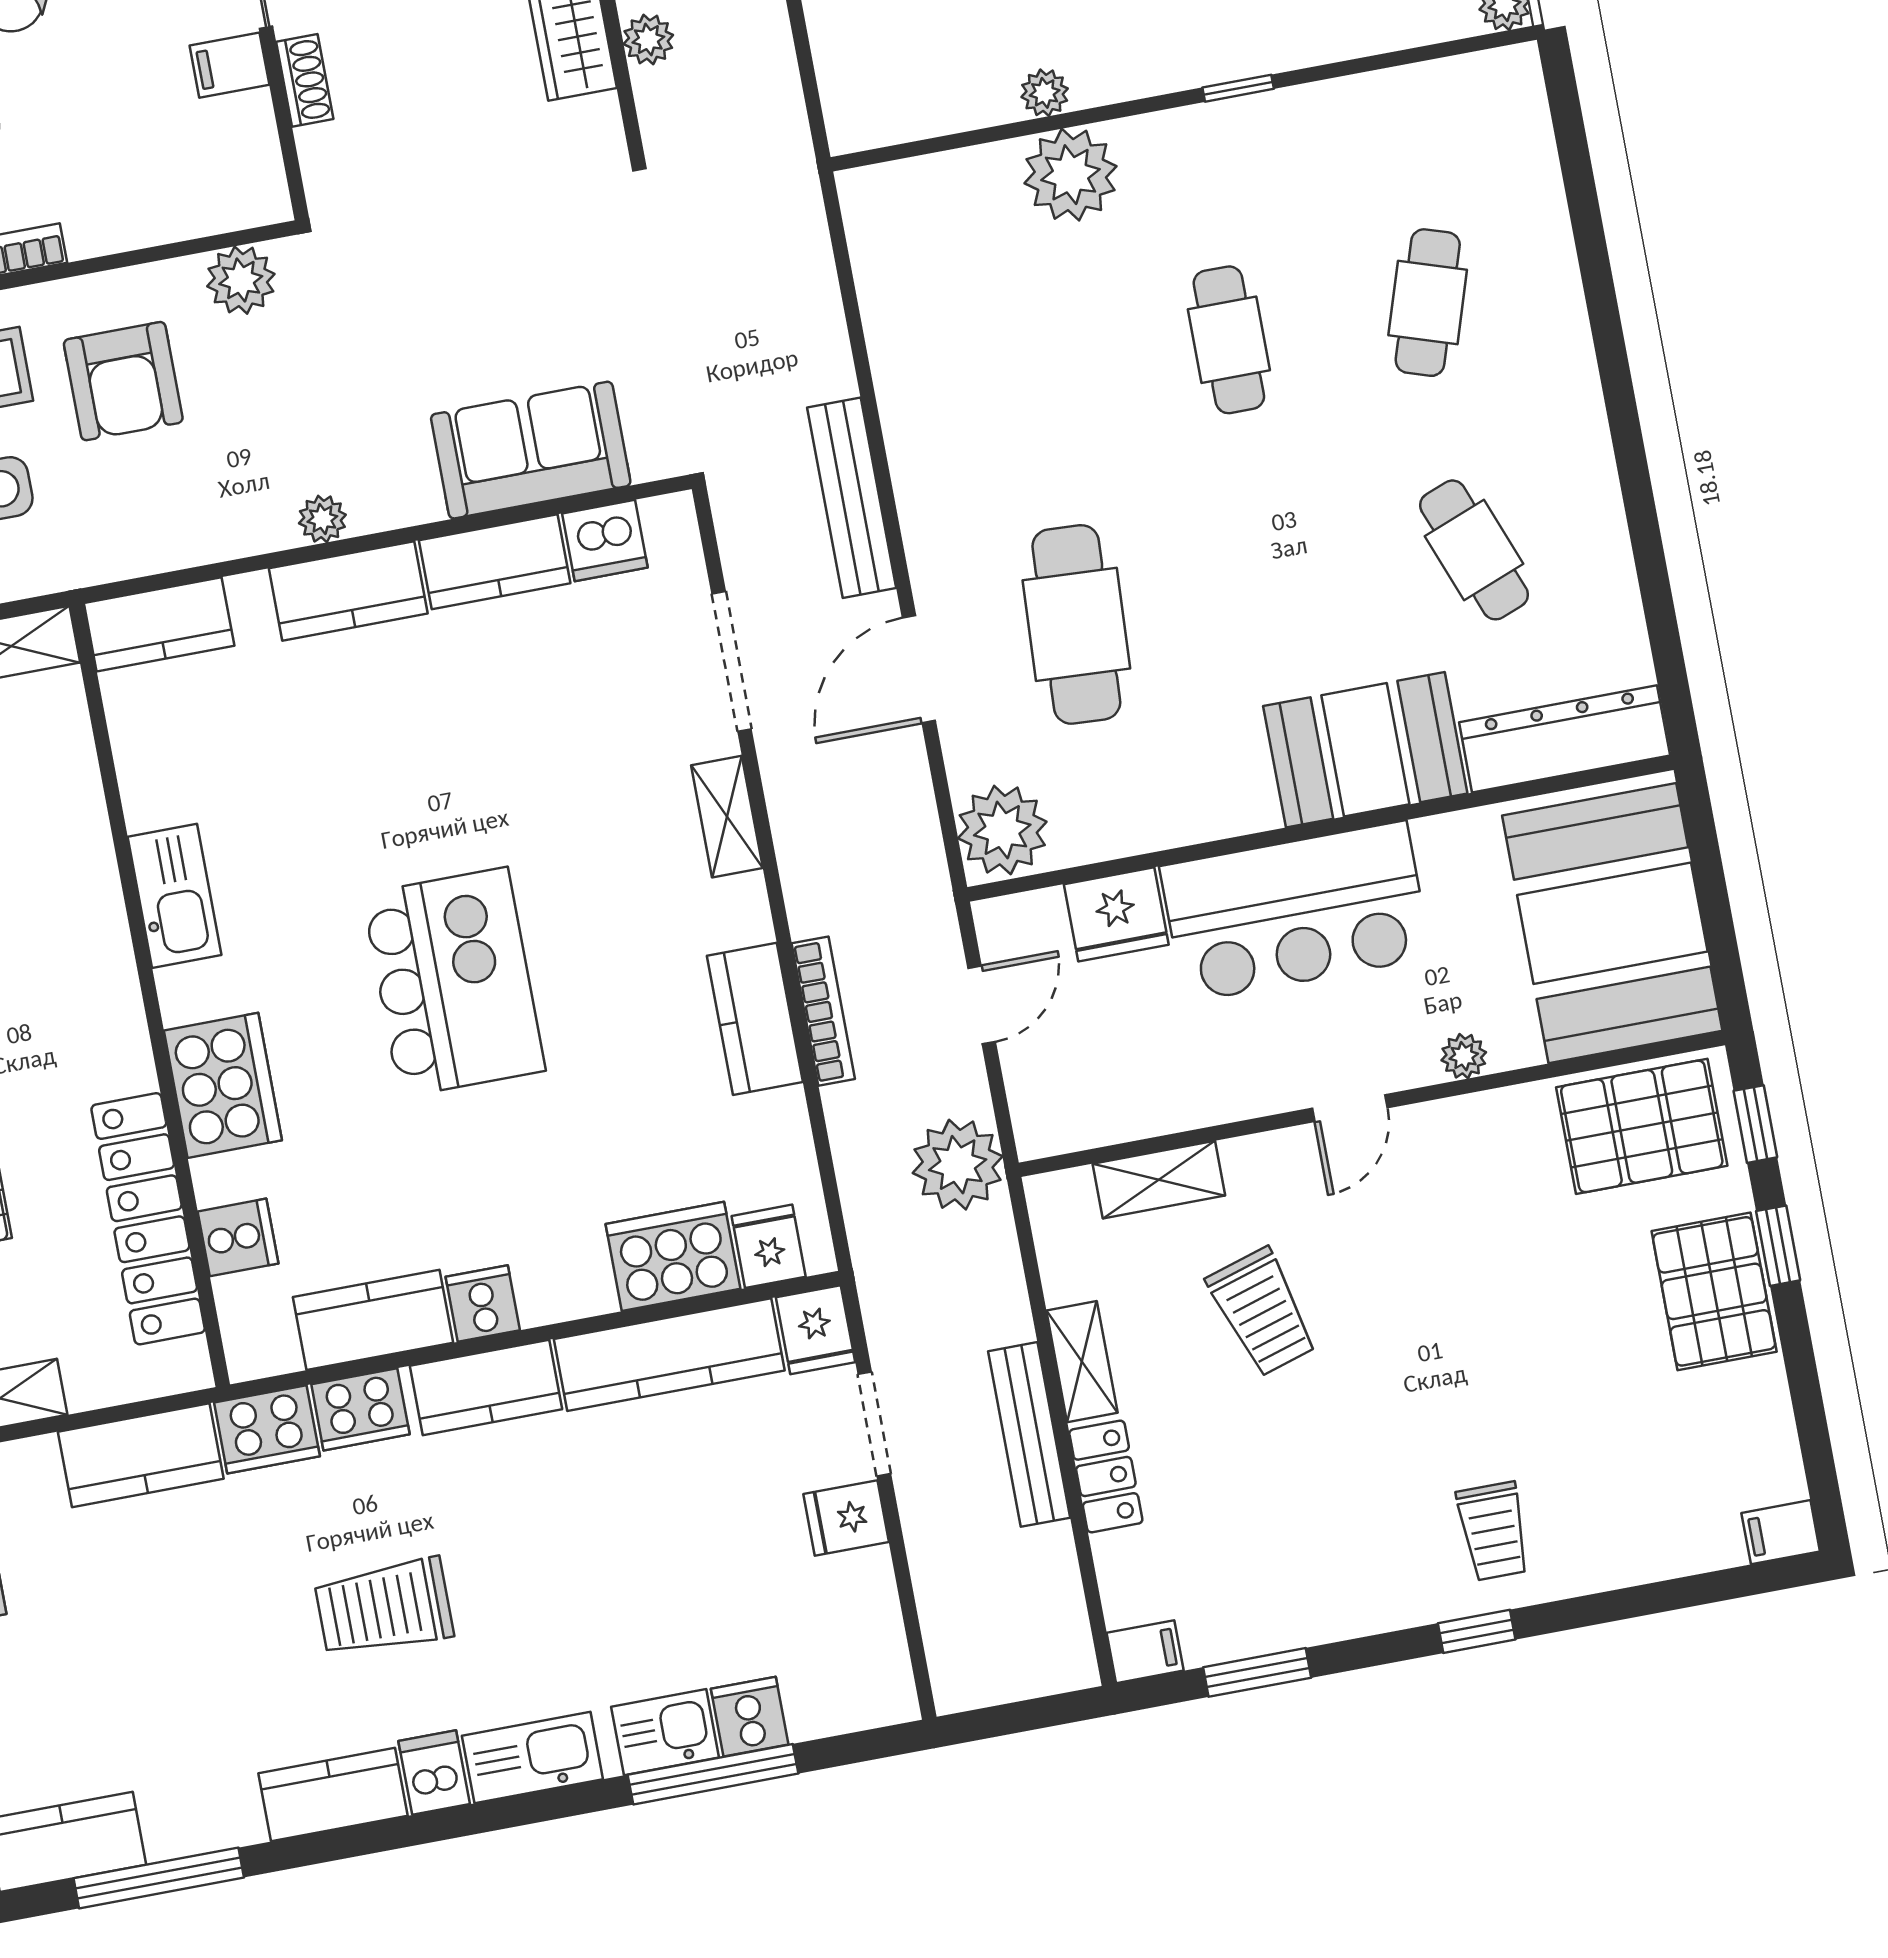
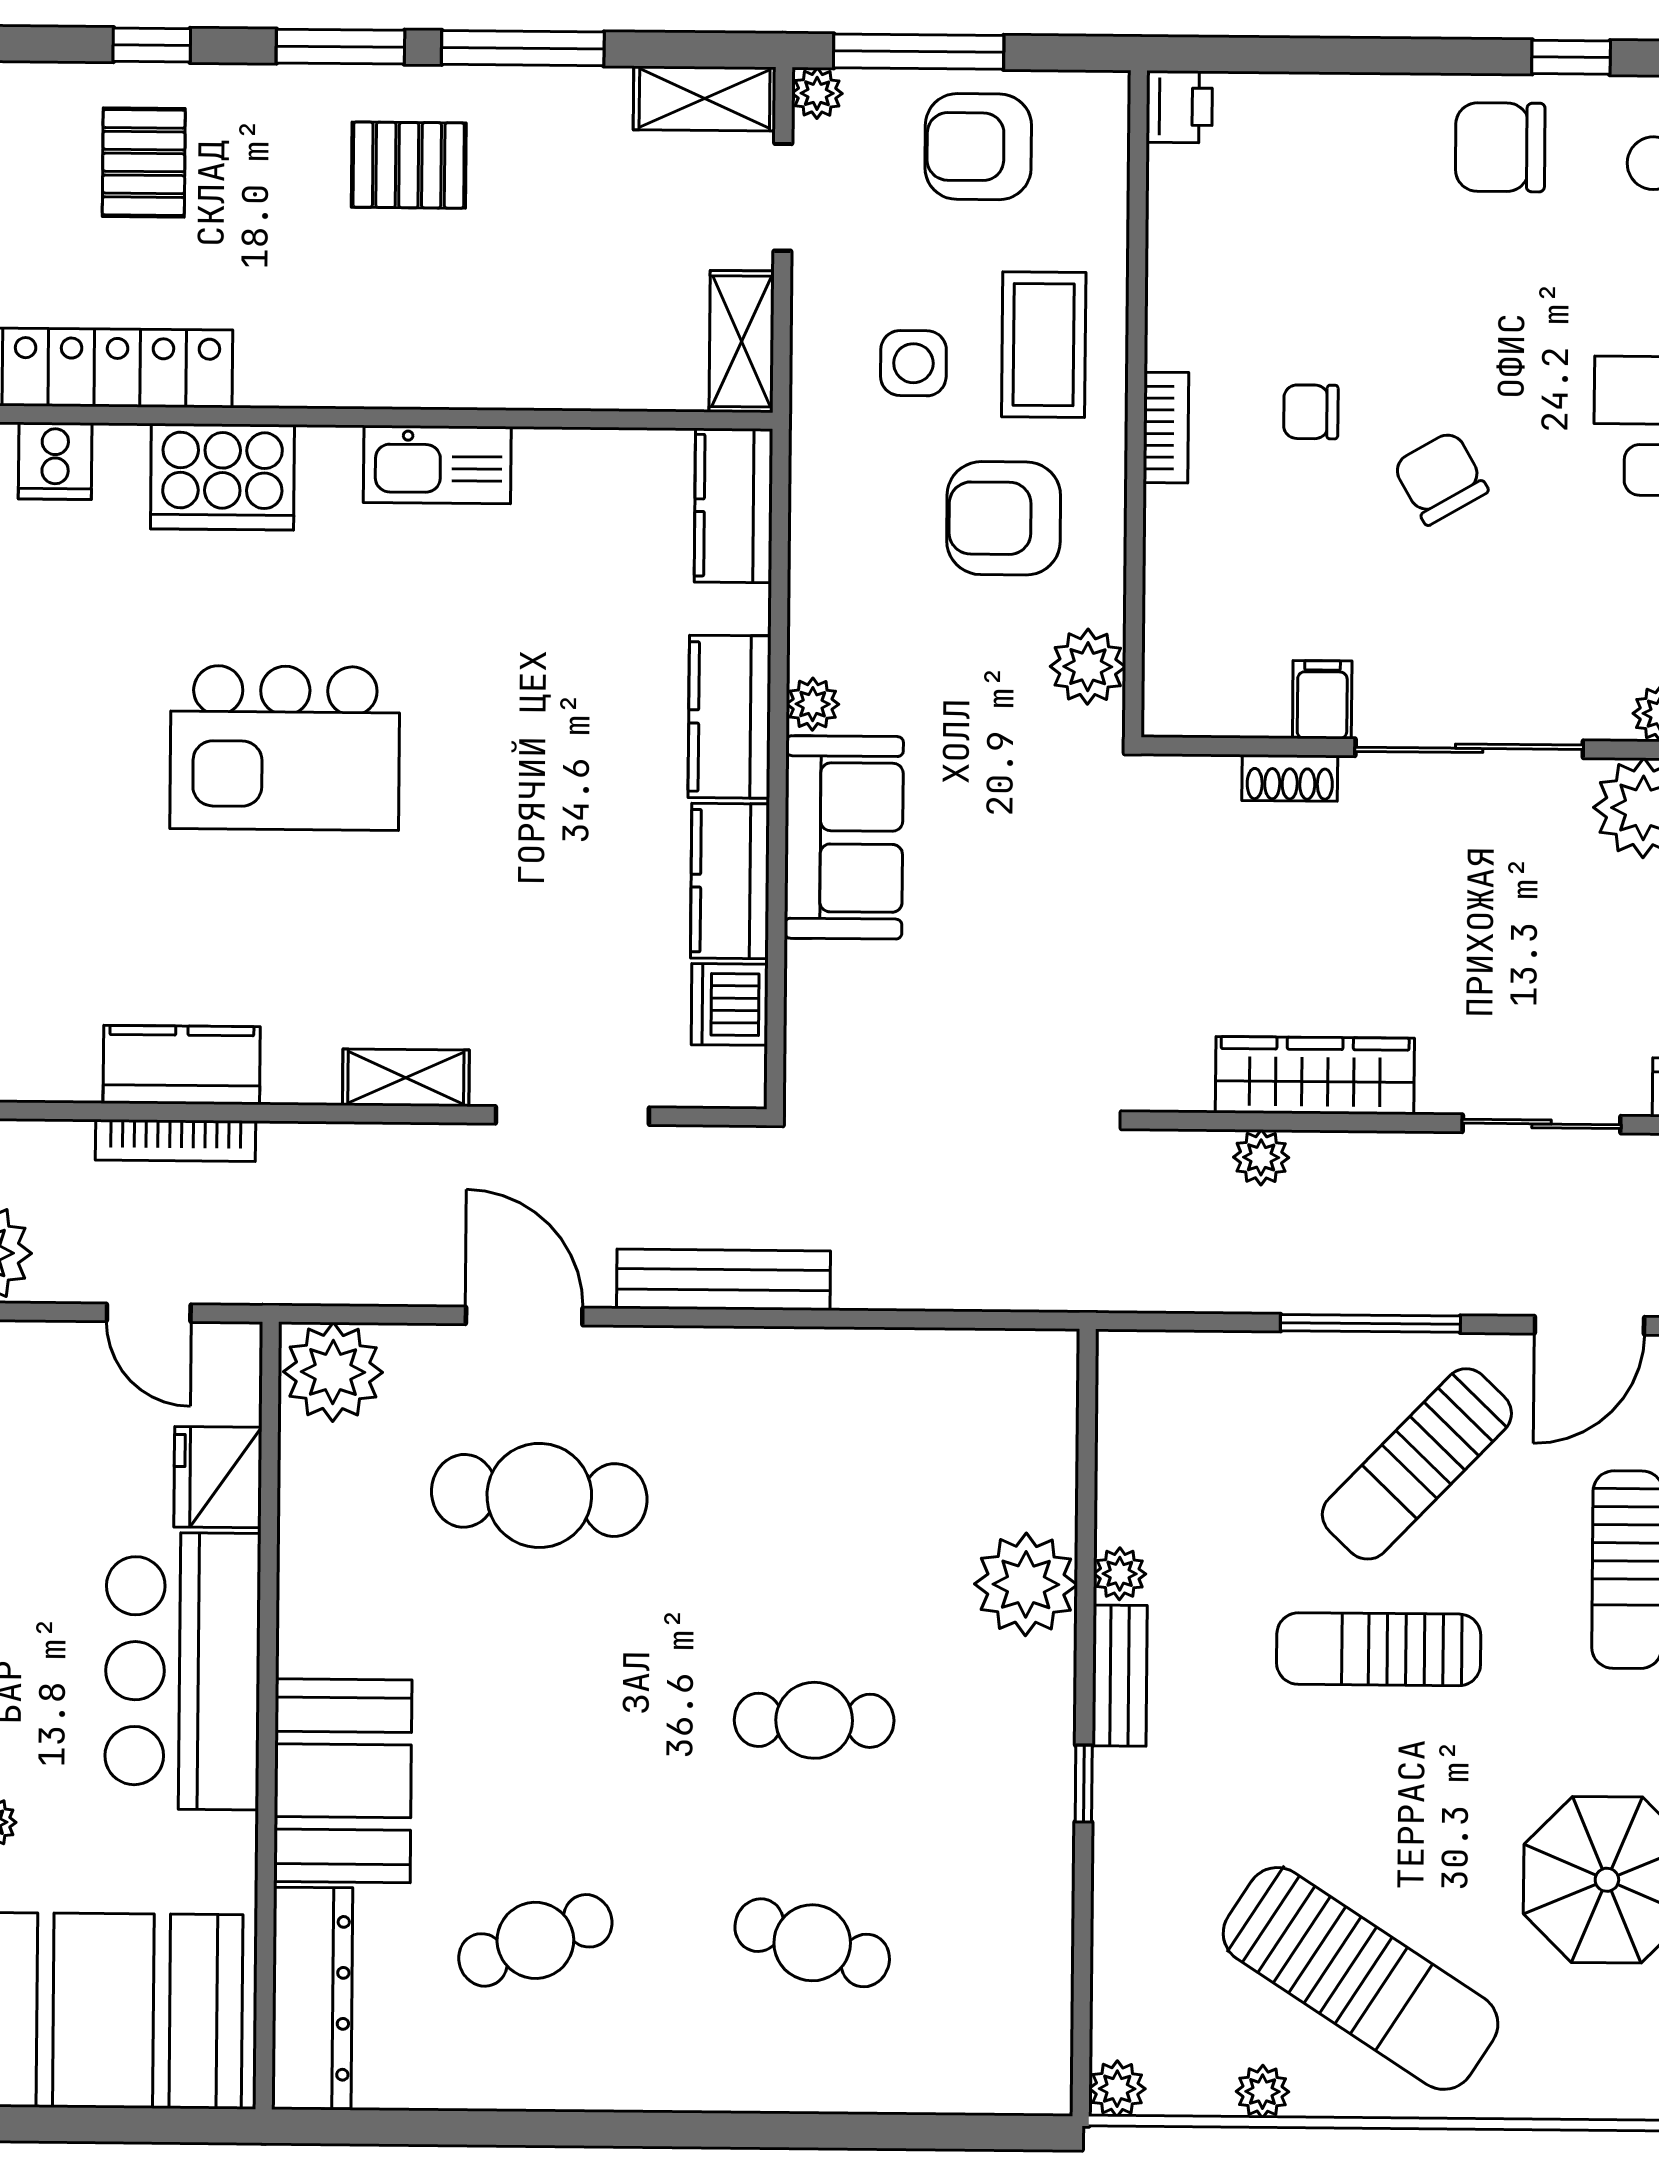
bench: (1136, 75) -> (1120, 1676), added
sofa: (531, 450) -> (844, 837), moved

